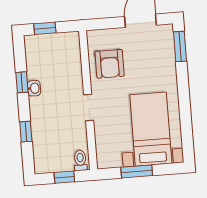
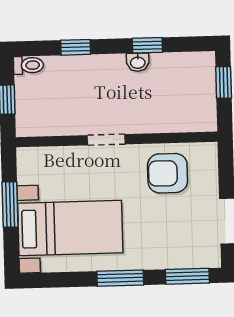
window: (184, 93) -> (120, 278), added
toilet: (80, 160) -> (29, 65), moved

